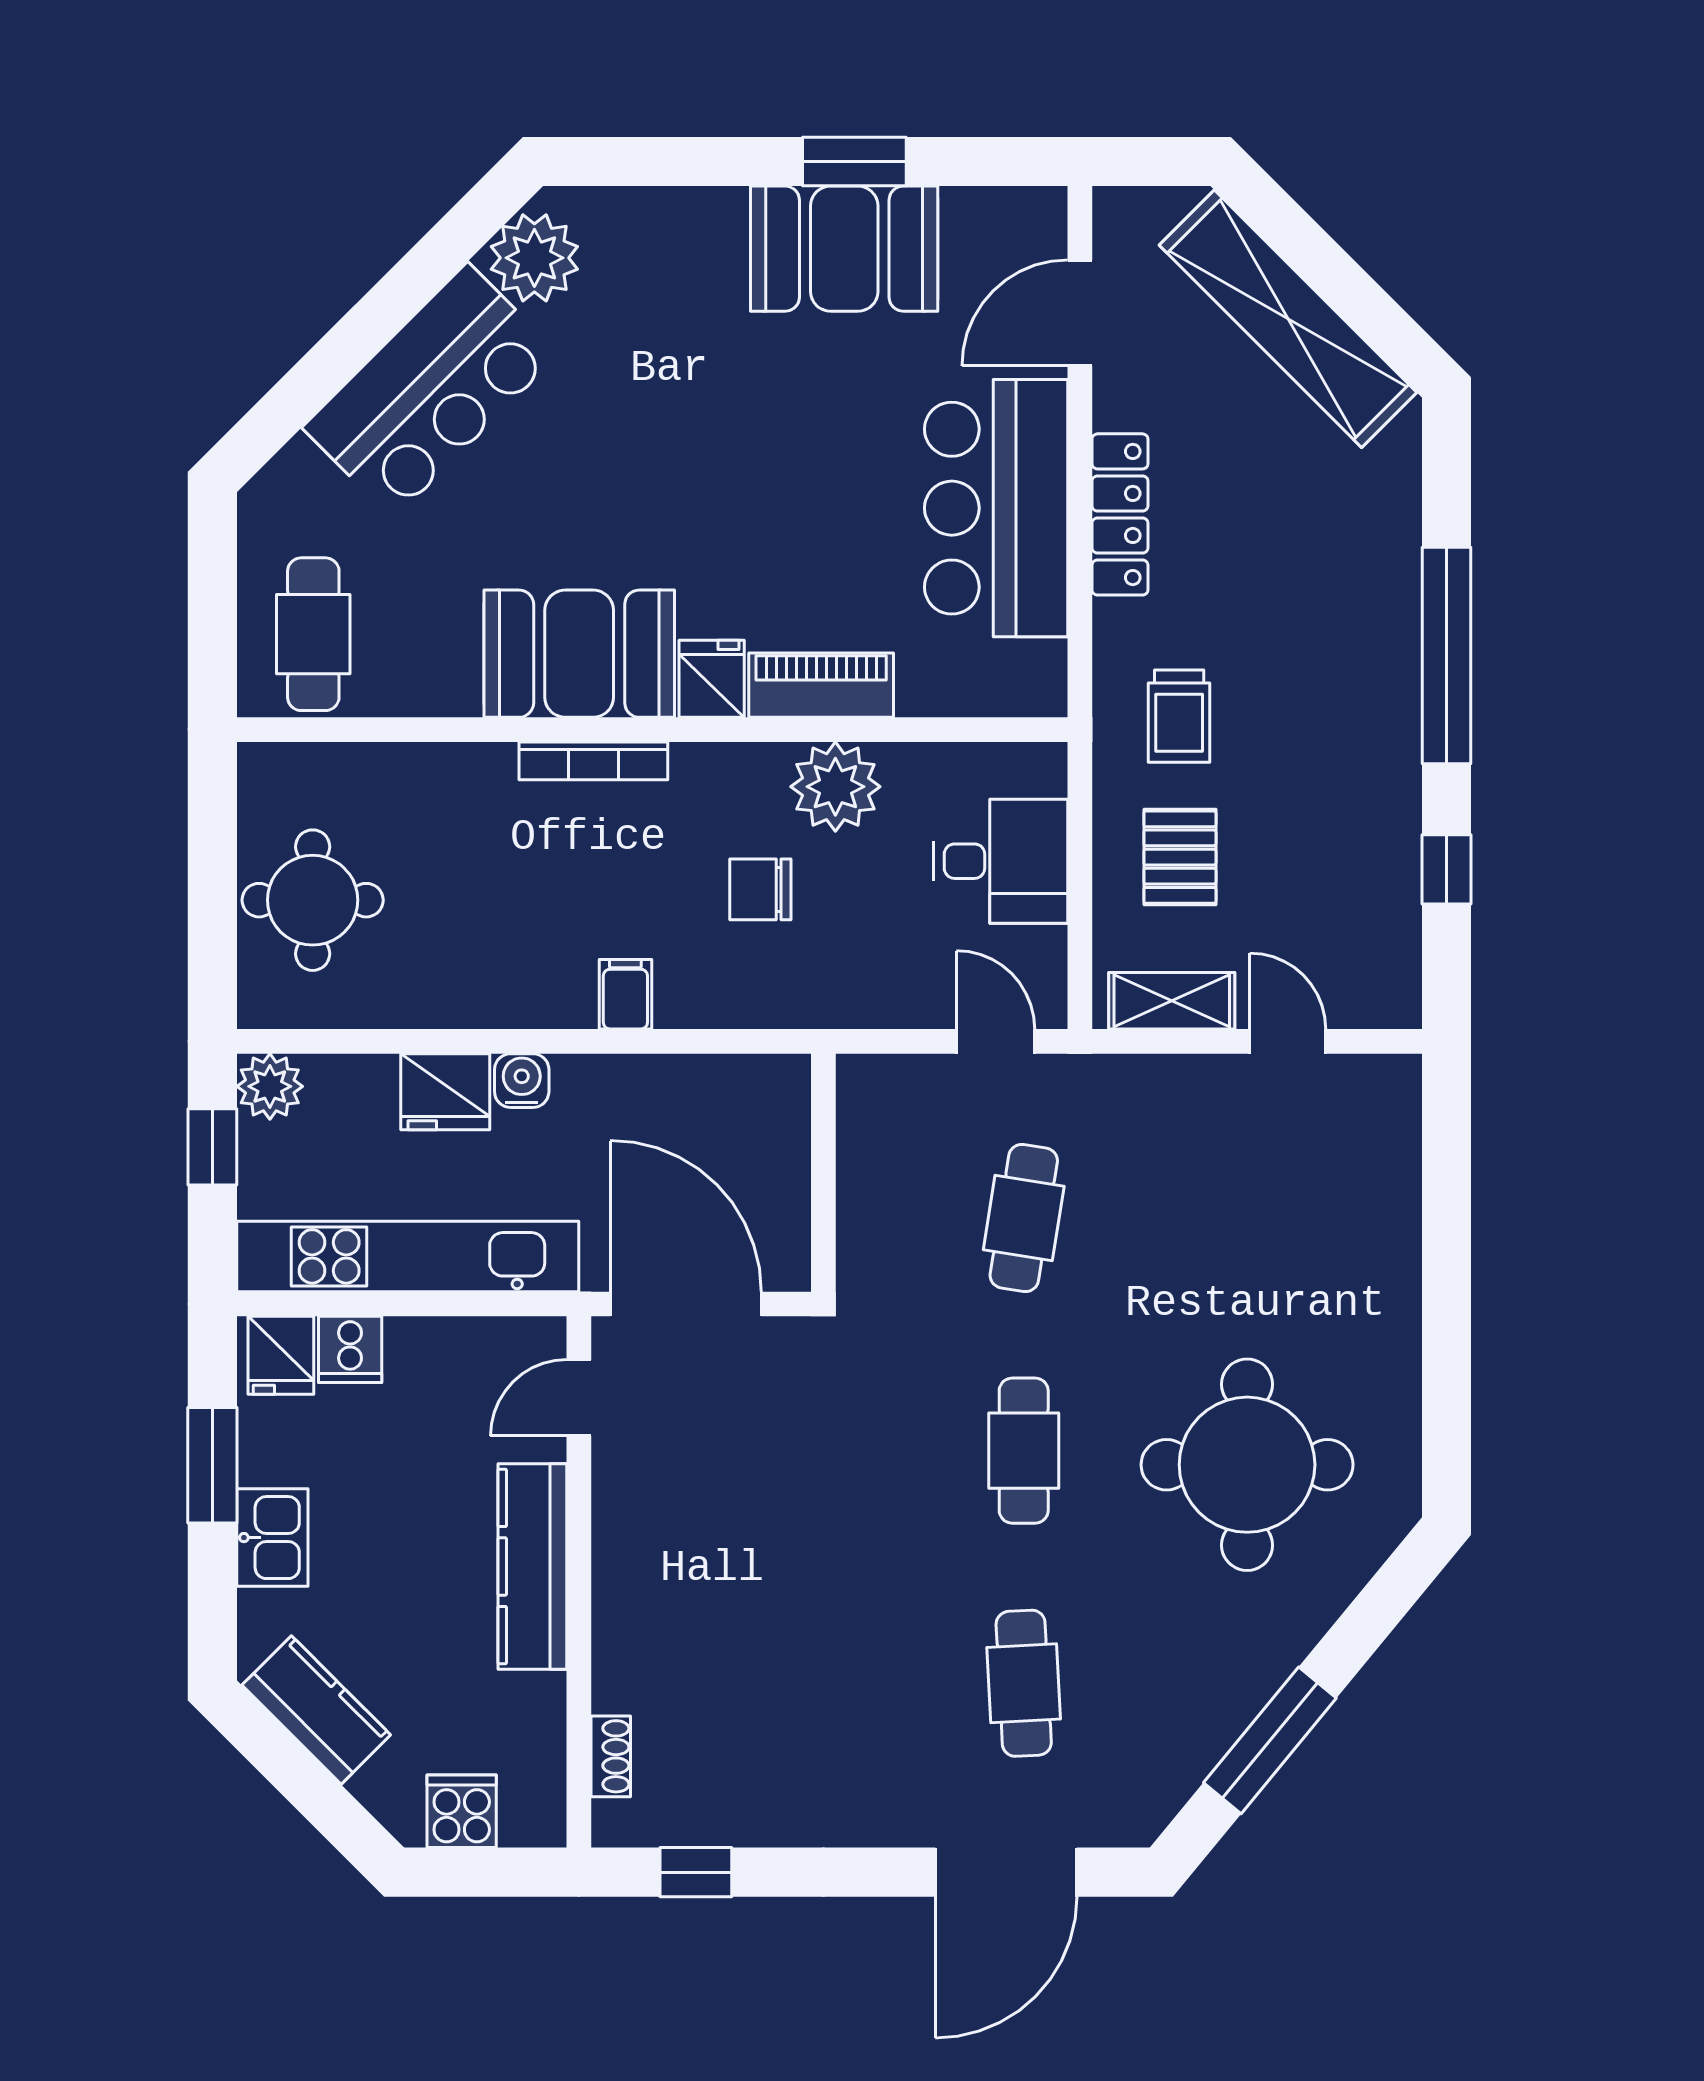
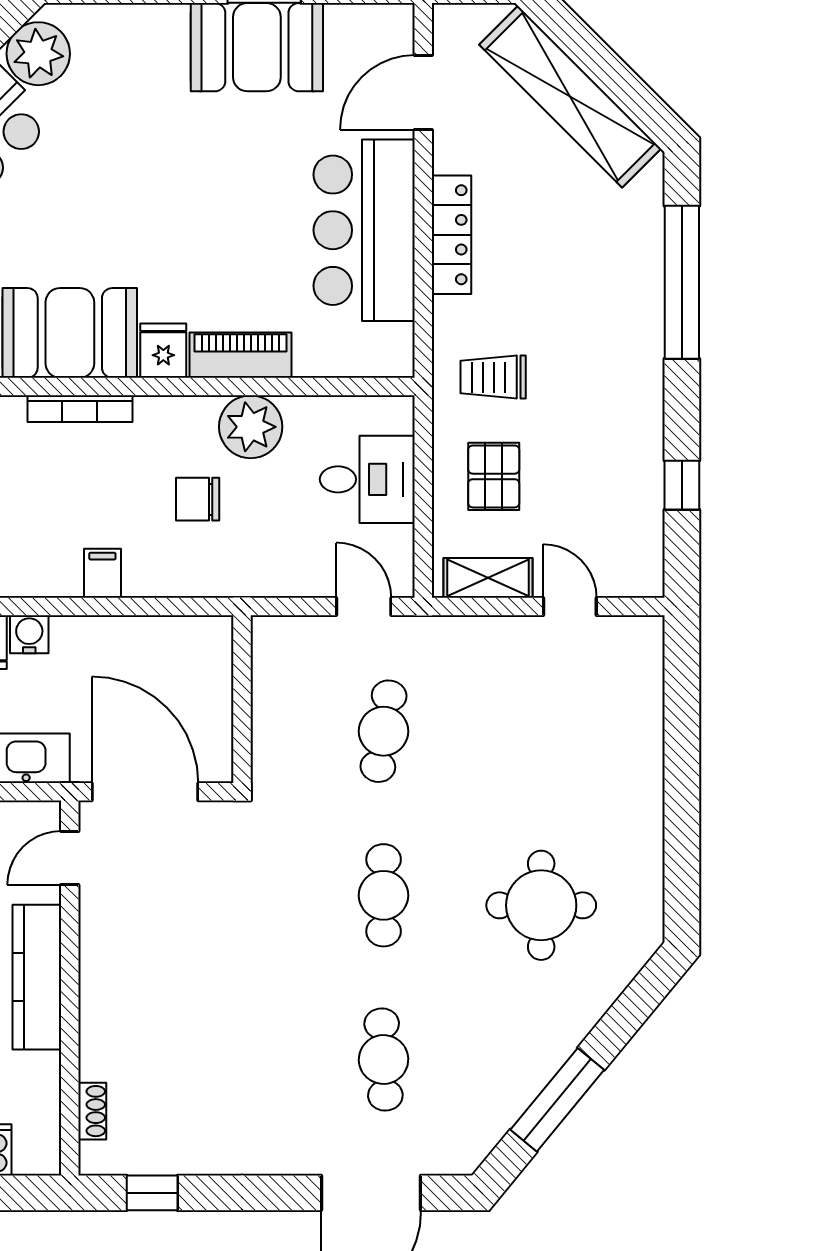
window: (1446, 655) -> (682, 282), moved
trolley: (1179, 716) -> (493, 377), turned 90
round table: (1247, 1465) -> (541, 905), width x0.73, depth x0.73

